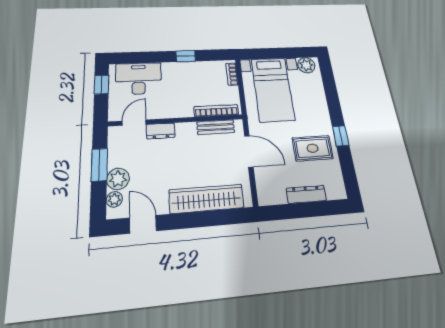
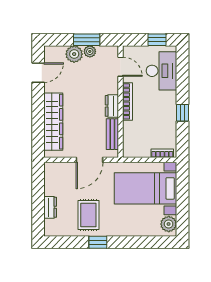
bookcase: (216, 111) -> (128, 101), moved
dresser: (161, 131) -> (112, 106), moved
dresser: (306, 194) -> (50, 207), width x0.70
plant: (114, 199) -> (90, 51), moved

